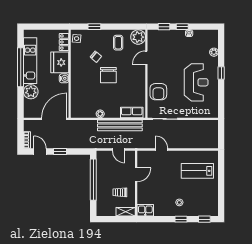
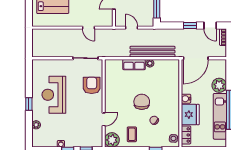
row of seats: (132, 112) -> (134, 65), moved
bench: (120, 125) -> (152, 52), moved

